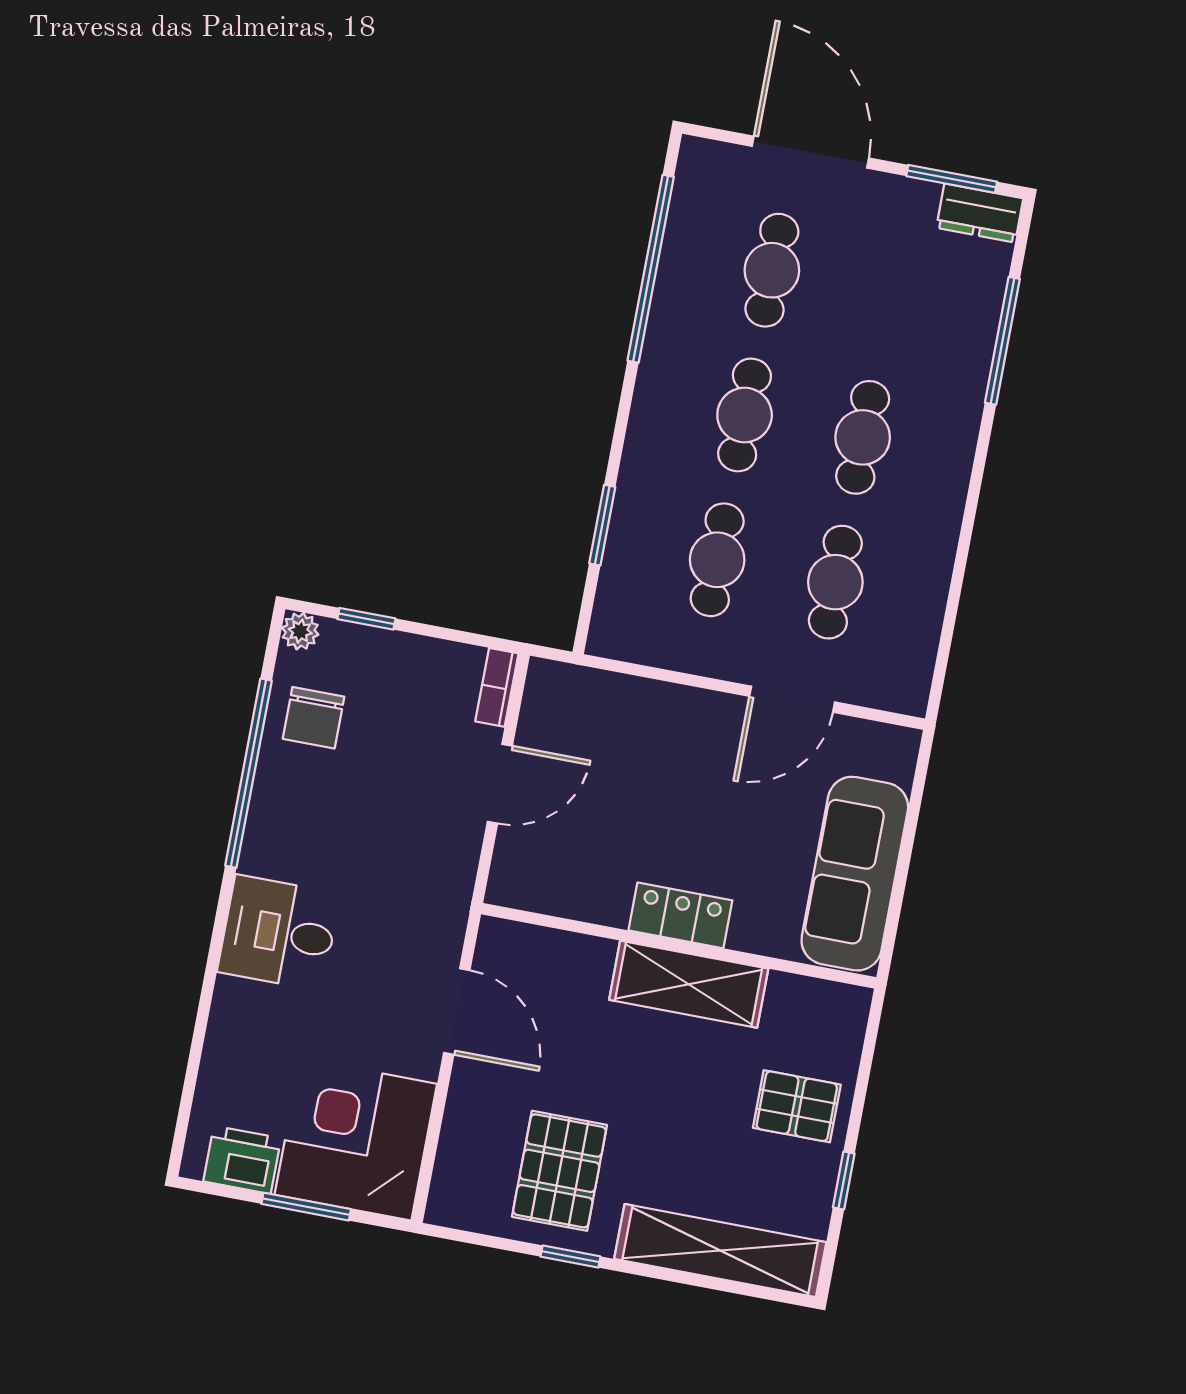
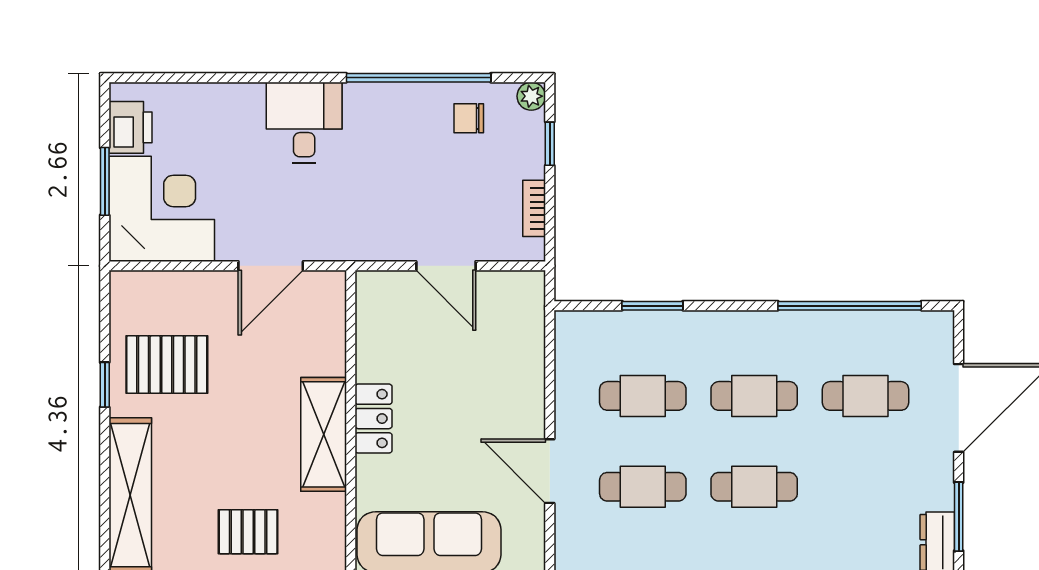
bookcase: (497, 687) -> (534, 208), moved, turned -90
chair: (314, 718) -> (469, 118), width x0.73, depth x0.73
pallet: (797, 1106) -> (248, 532), turned 90

